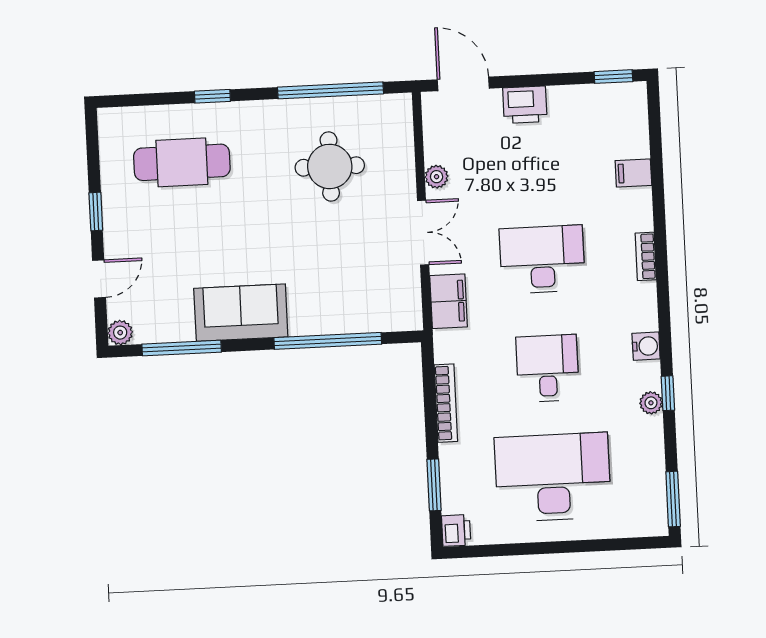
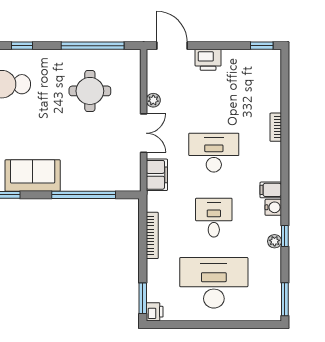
filing cabinet: (633, 173) -> (271, 190), moved
bookcase: (646, 256) -> (276, 127), moved
window: (434, 485) -> (143, 298), moved

